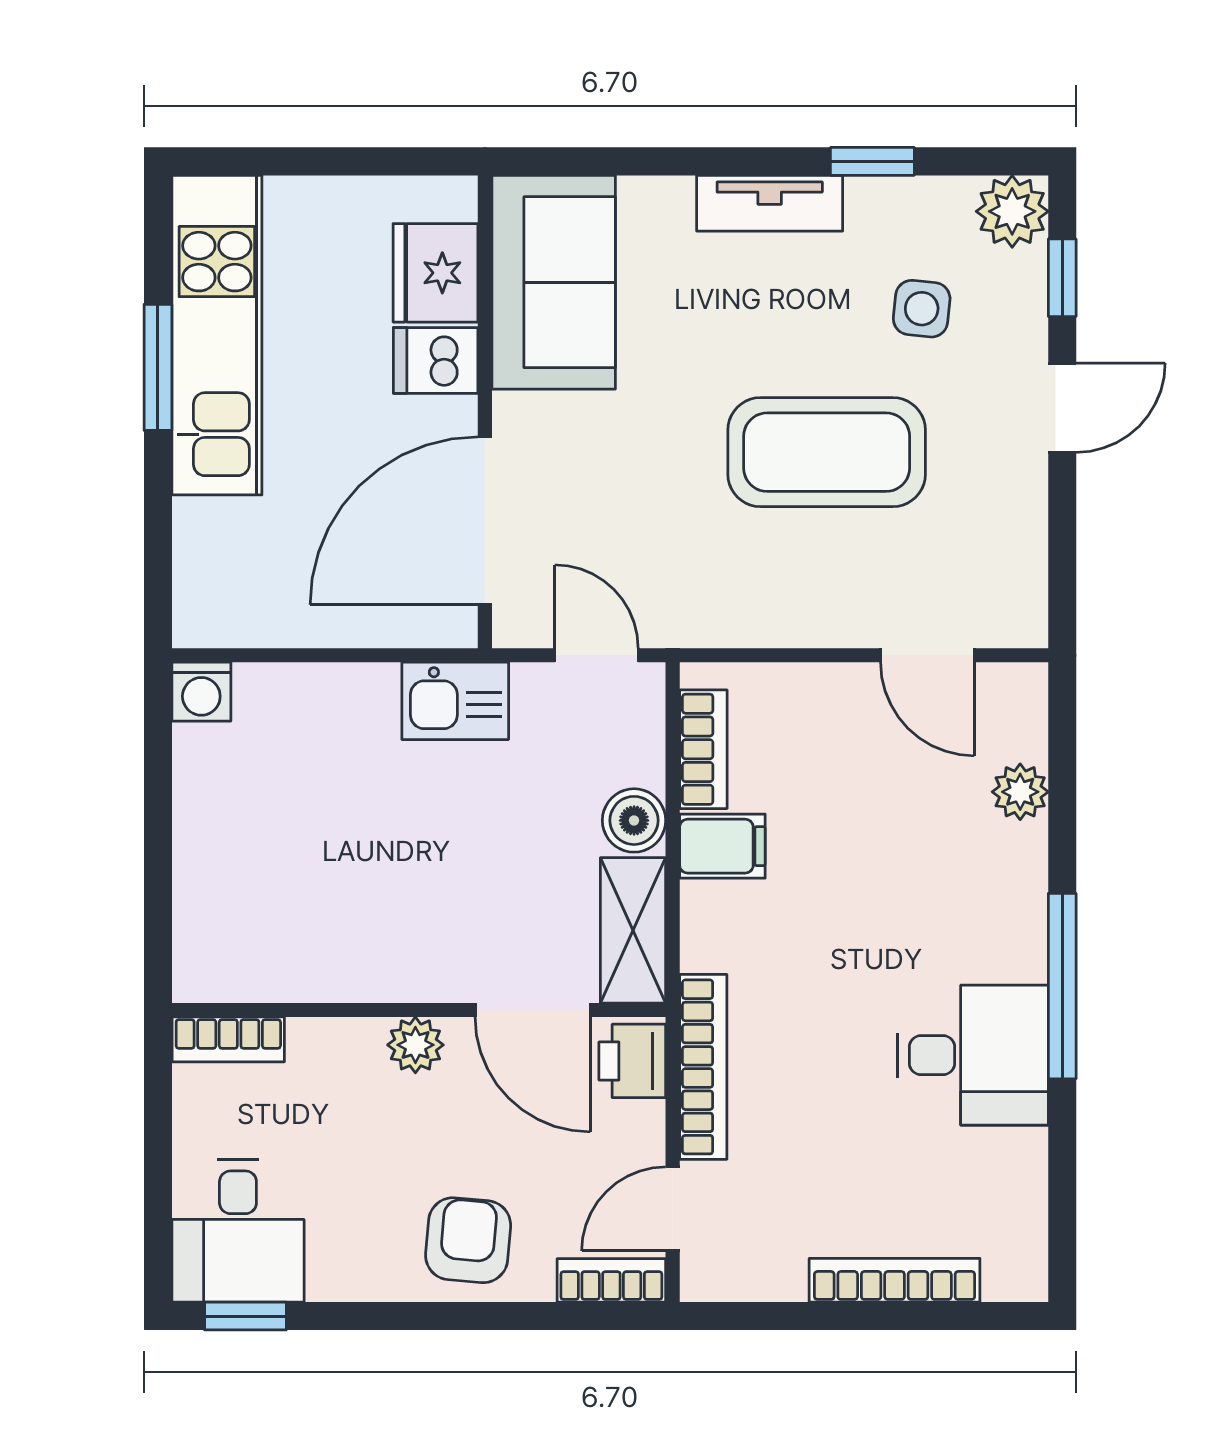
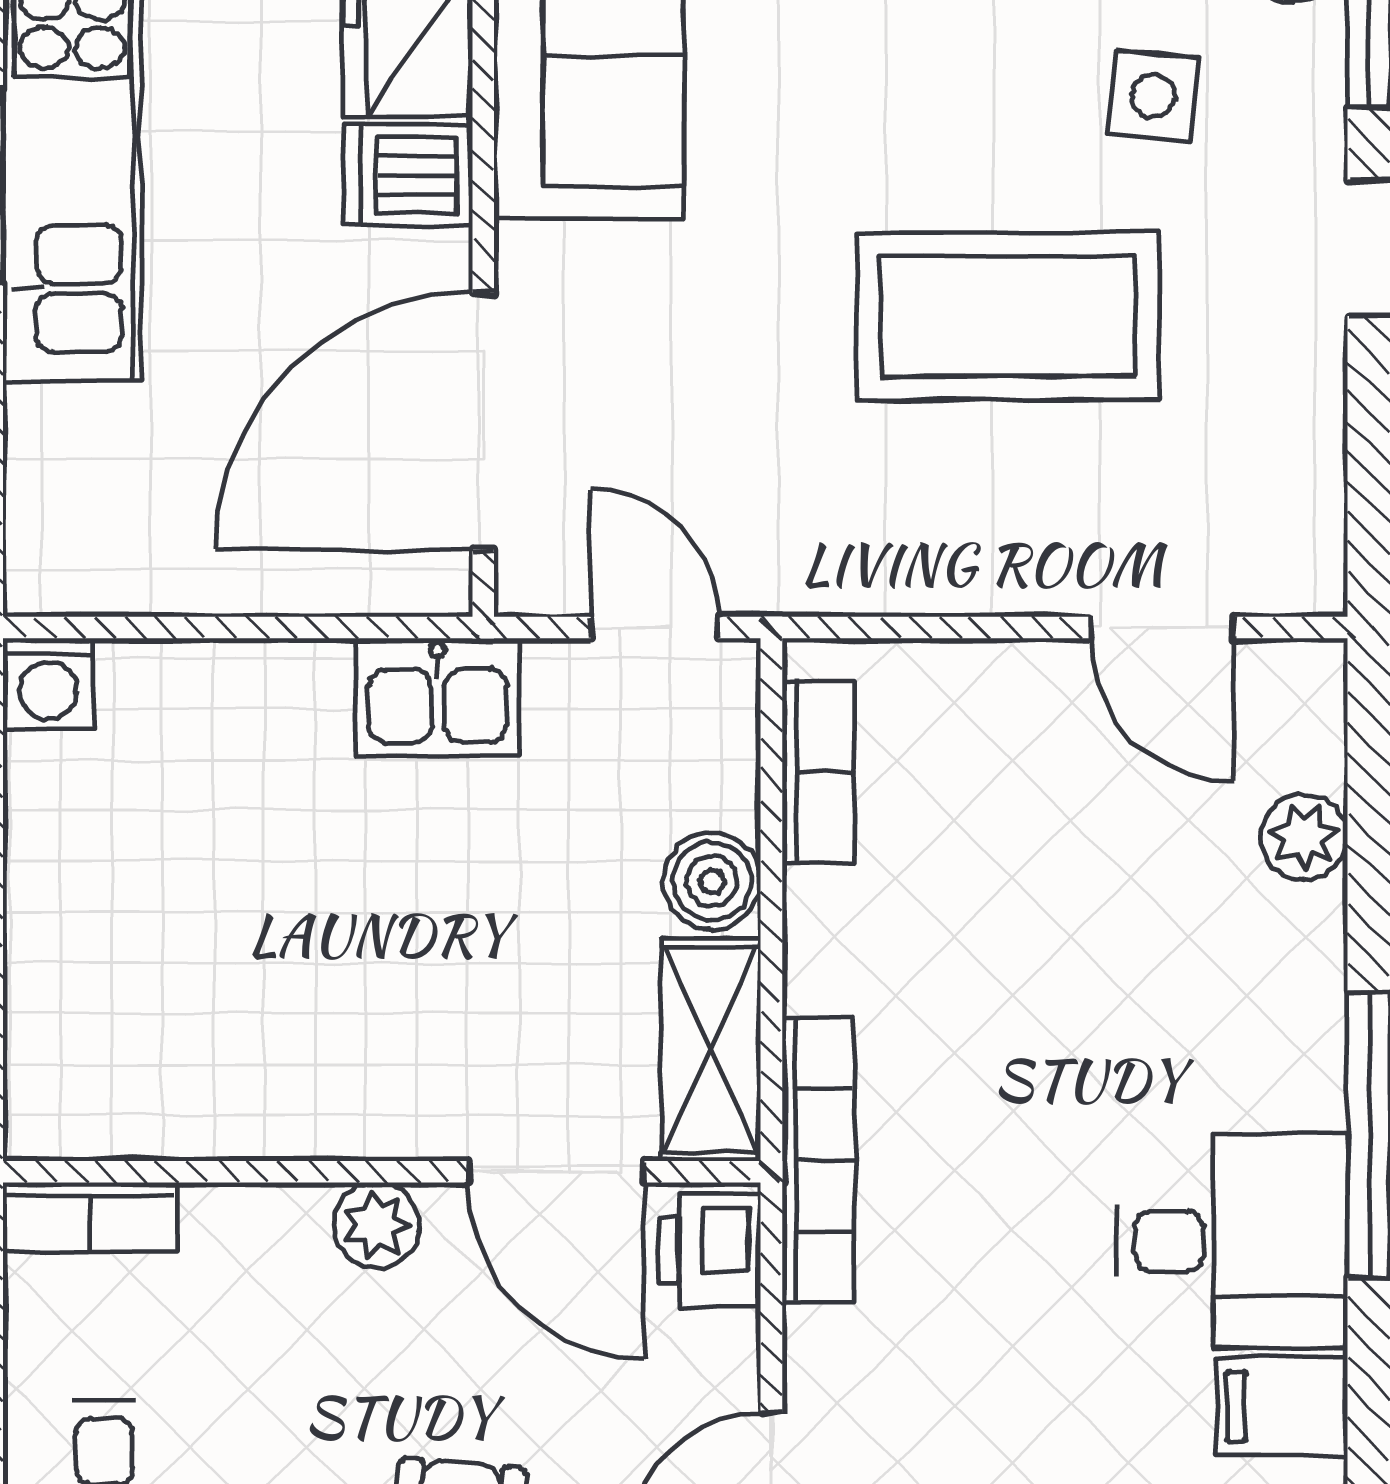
filing cabinet: (722, 846) -> (1282, 1406), moved, turned 180
bookcase: (703, 1067) -> (818, 1160), moved

